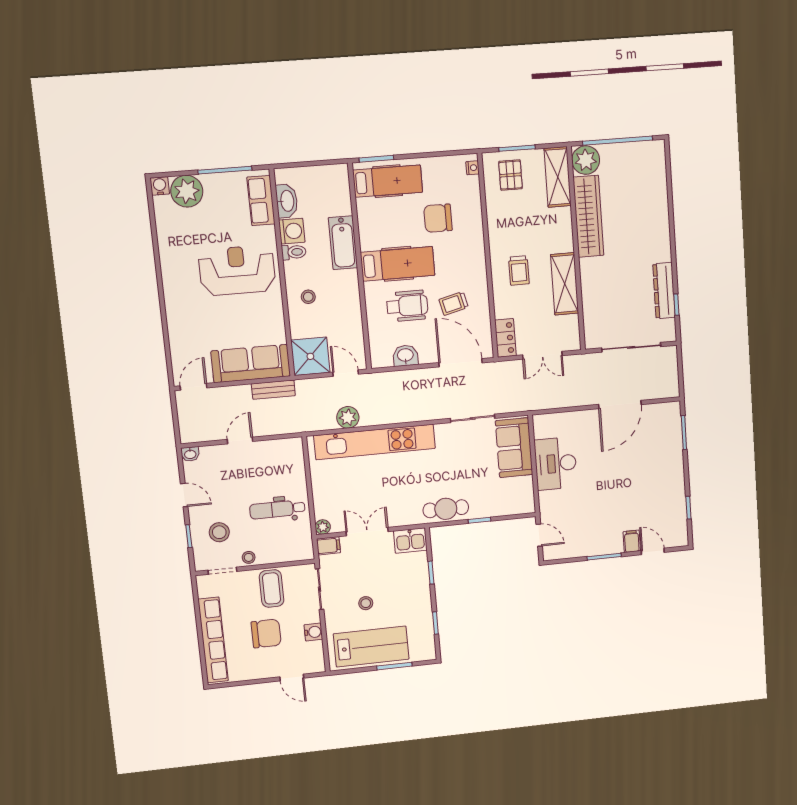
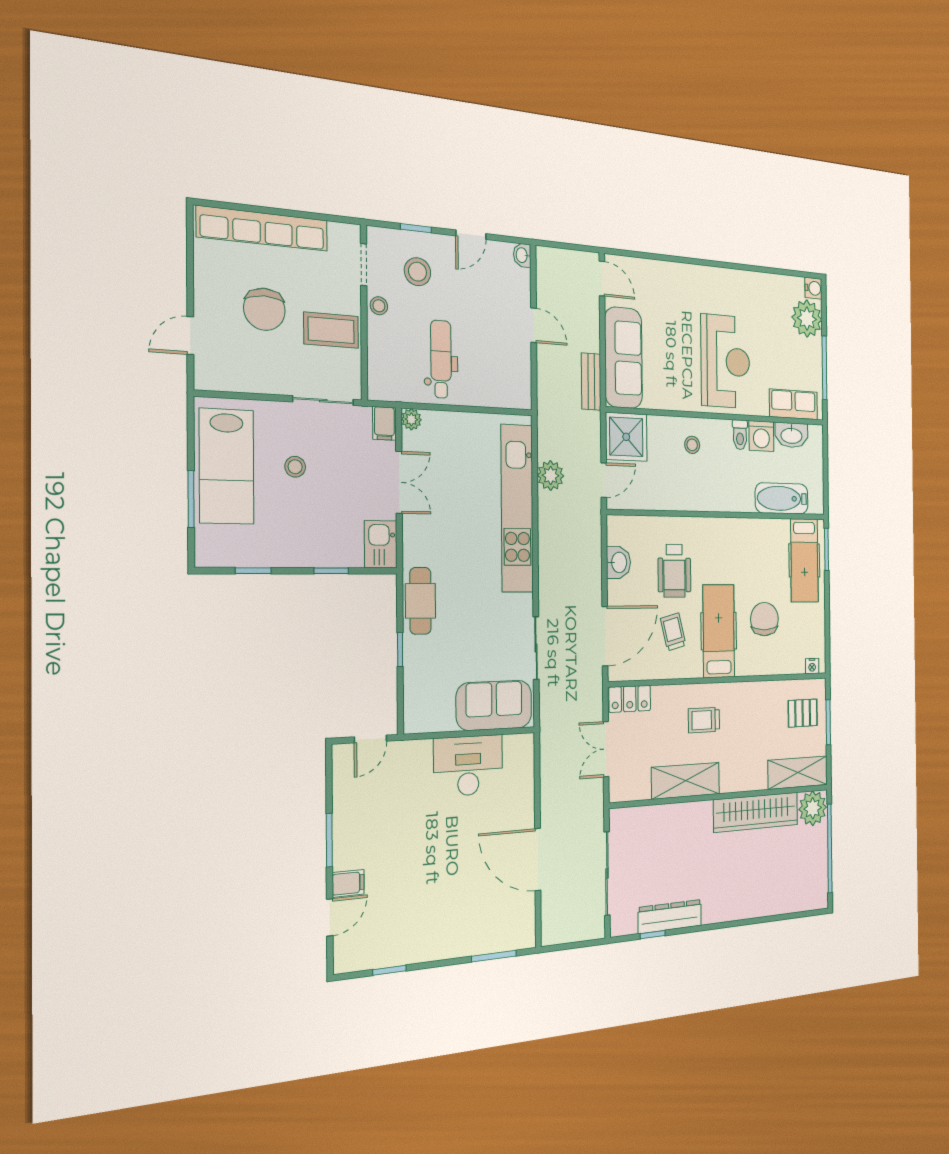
bathtub: (343, 243) -> (782, 498), moved
hospital bed: (398, 264) -> (719, 631), moved, turned 180
water cooler: (313, 632) -> (259, 381), removed

